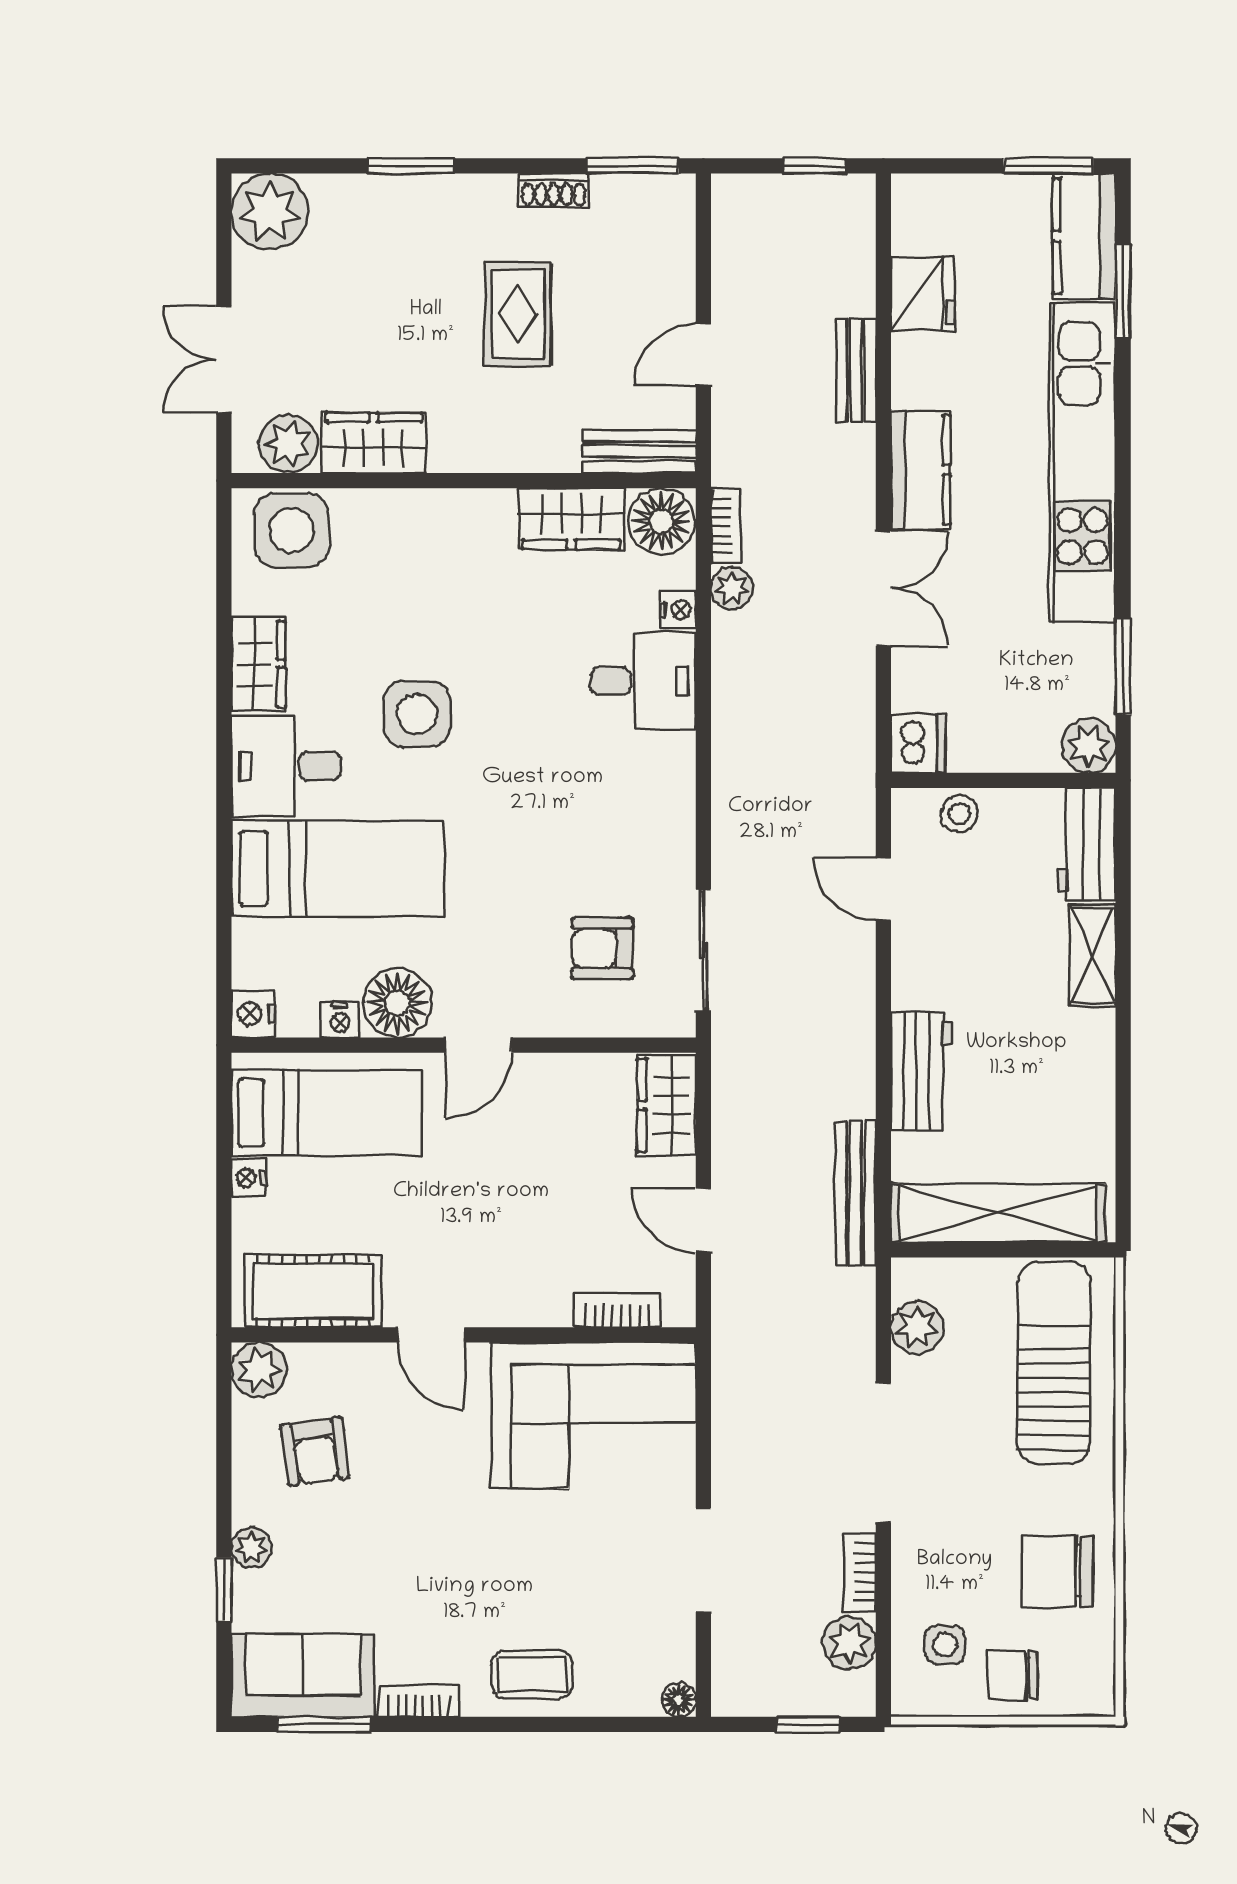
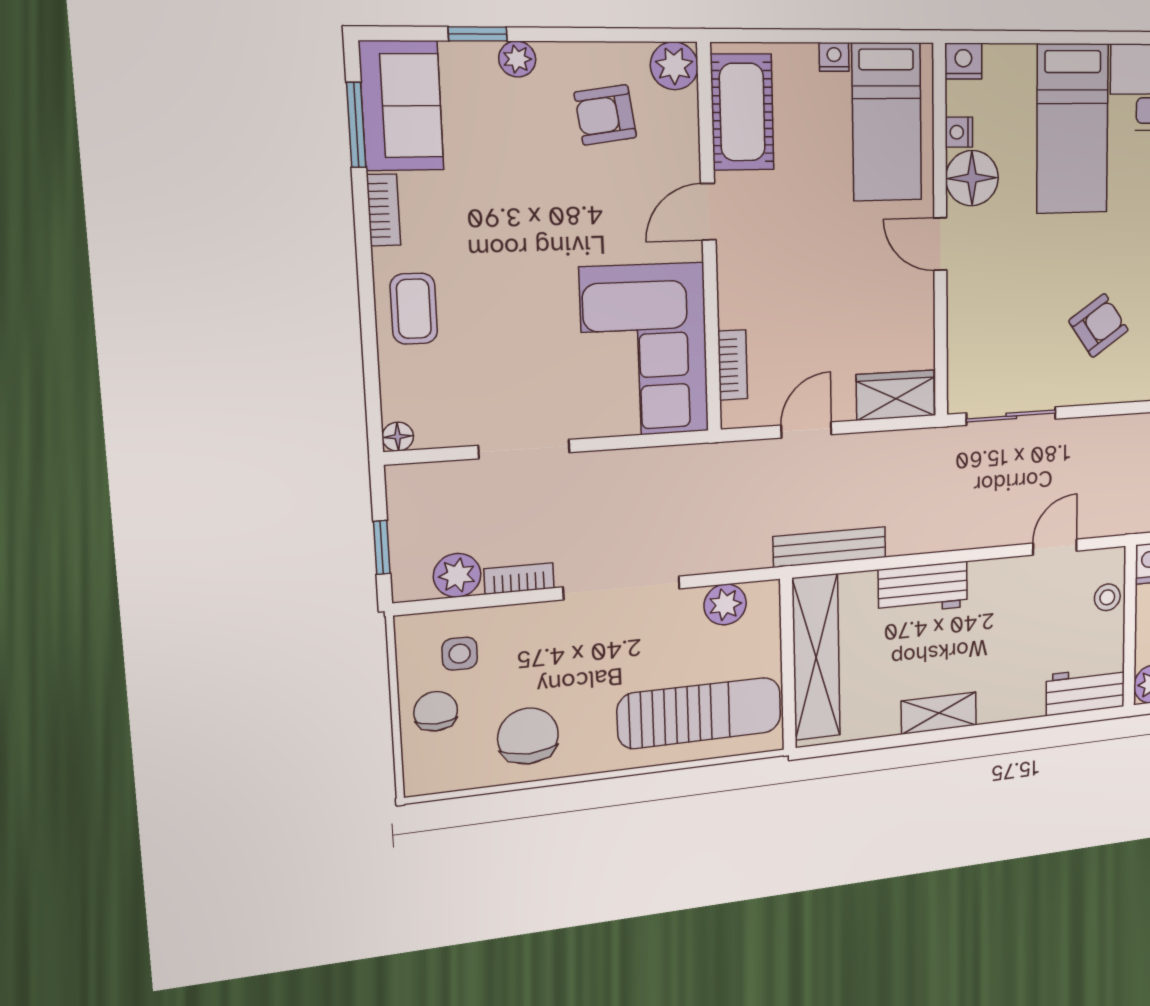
armchair: (603, 949) -> (1099, 326), moved, turned 56
shelving: (1093, 955) -> (939, 713), moved

